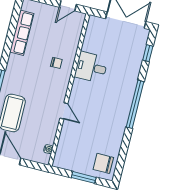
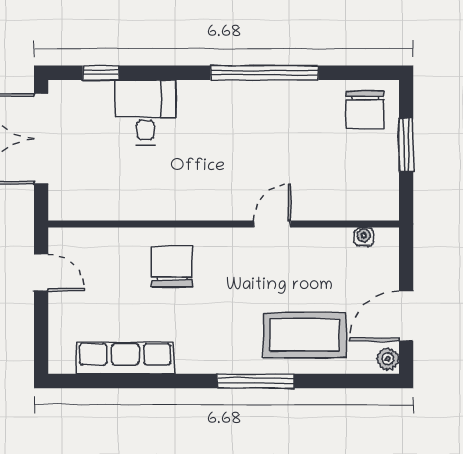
chair: (56, 63) -> (172, 266), width x1.87, depth x1.87
desk: (91, 67) -> (146, 112), moved, turned 180
window: (135, 104) -> (264, 73), moved

